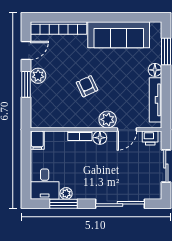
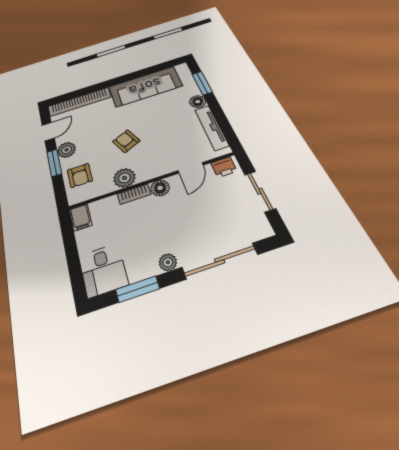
armchair: (44, 104) -> (80, 175), added
plant: (108, 119) -> (124, 178), moved
plant: (66, 193) -> (168, 262), moved

